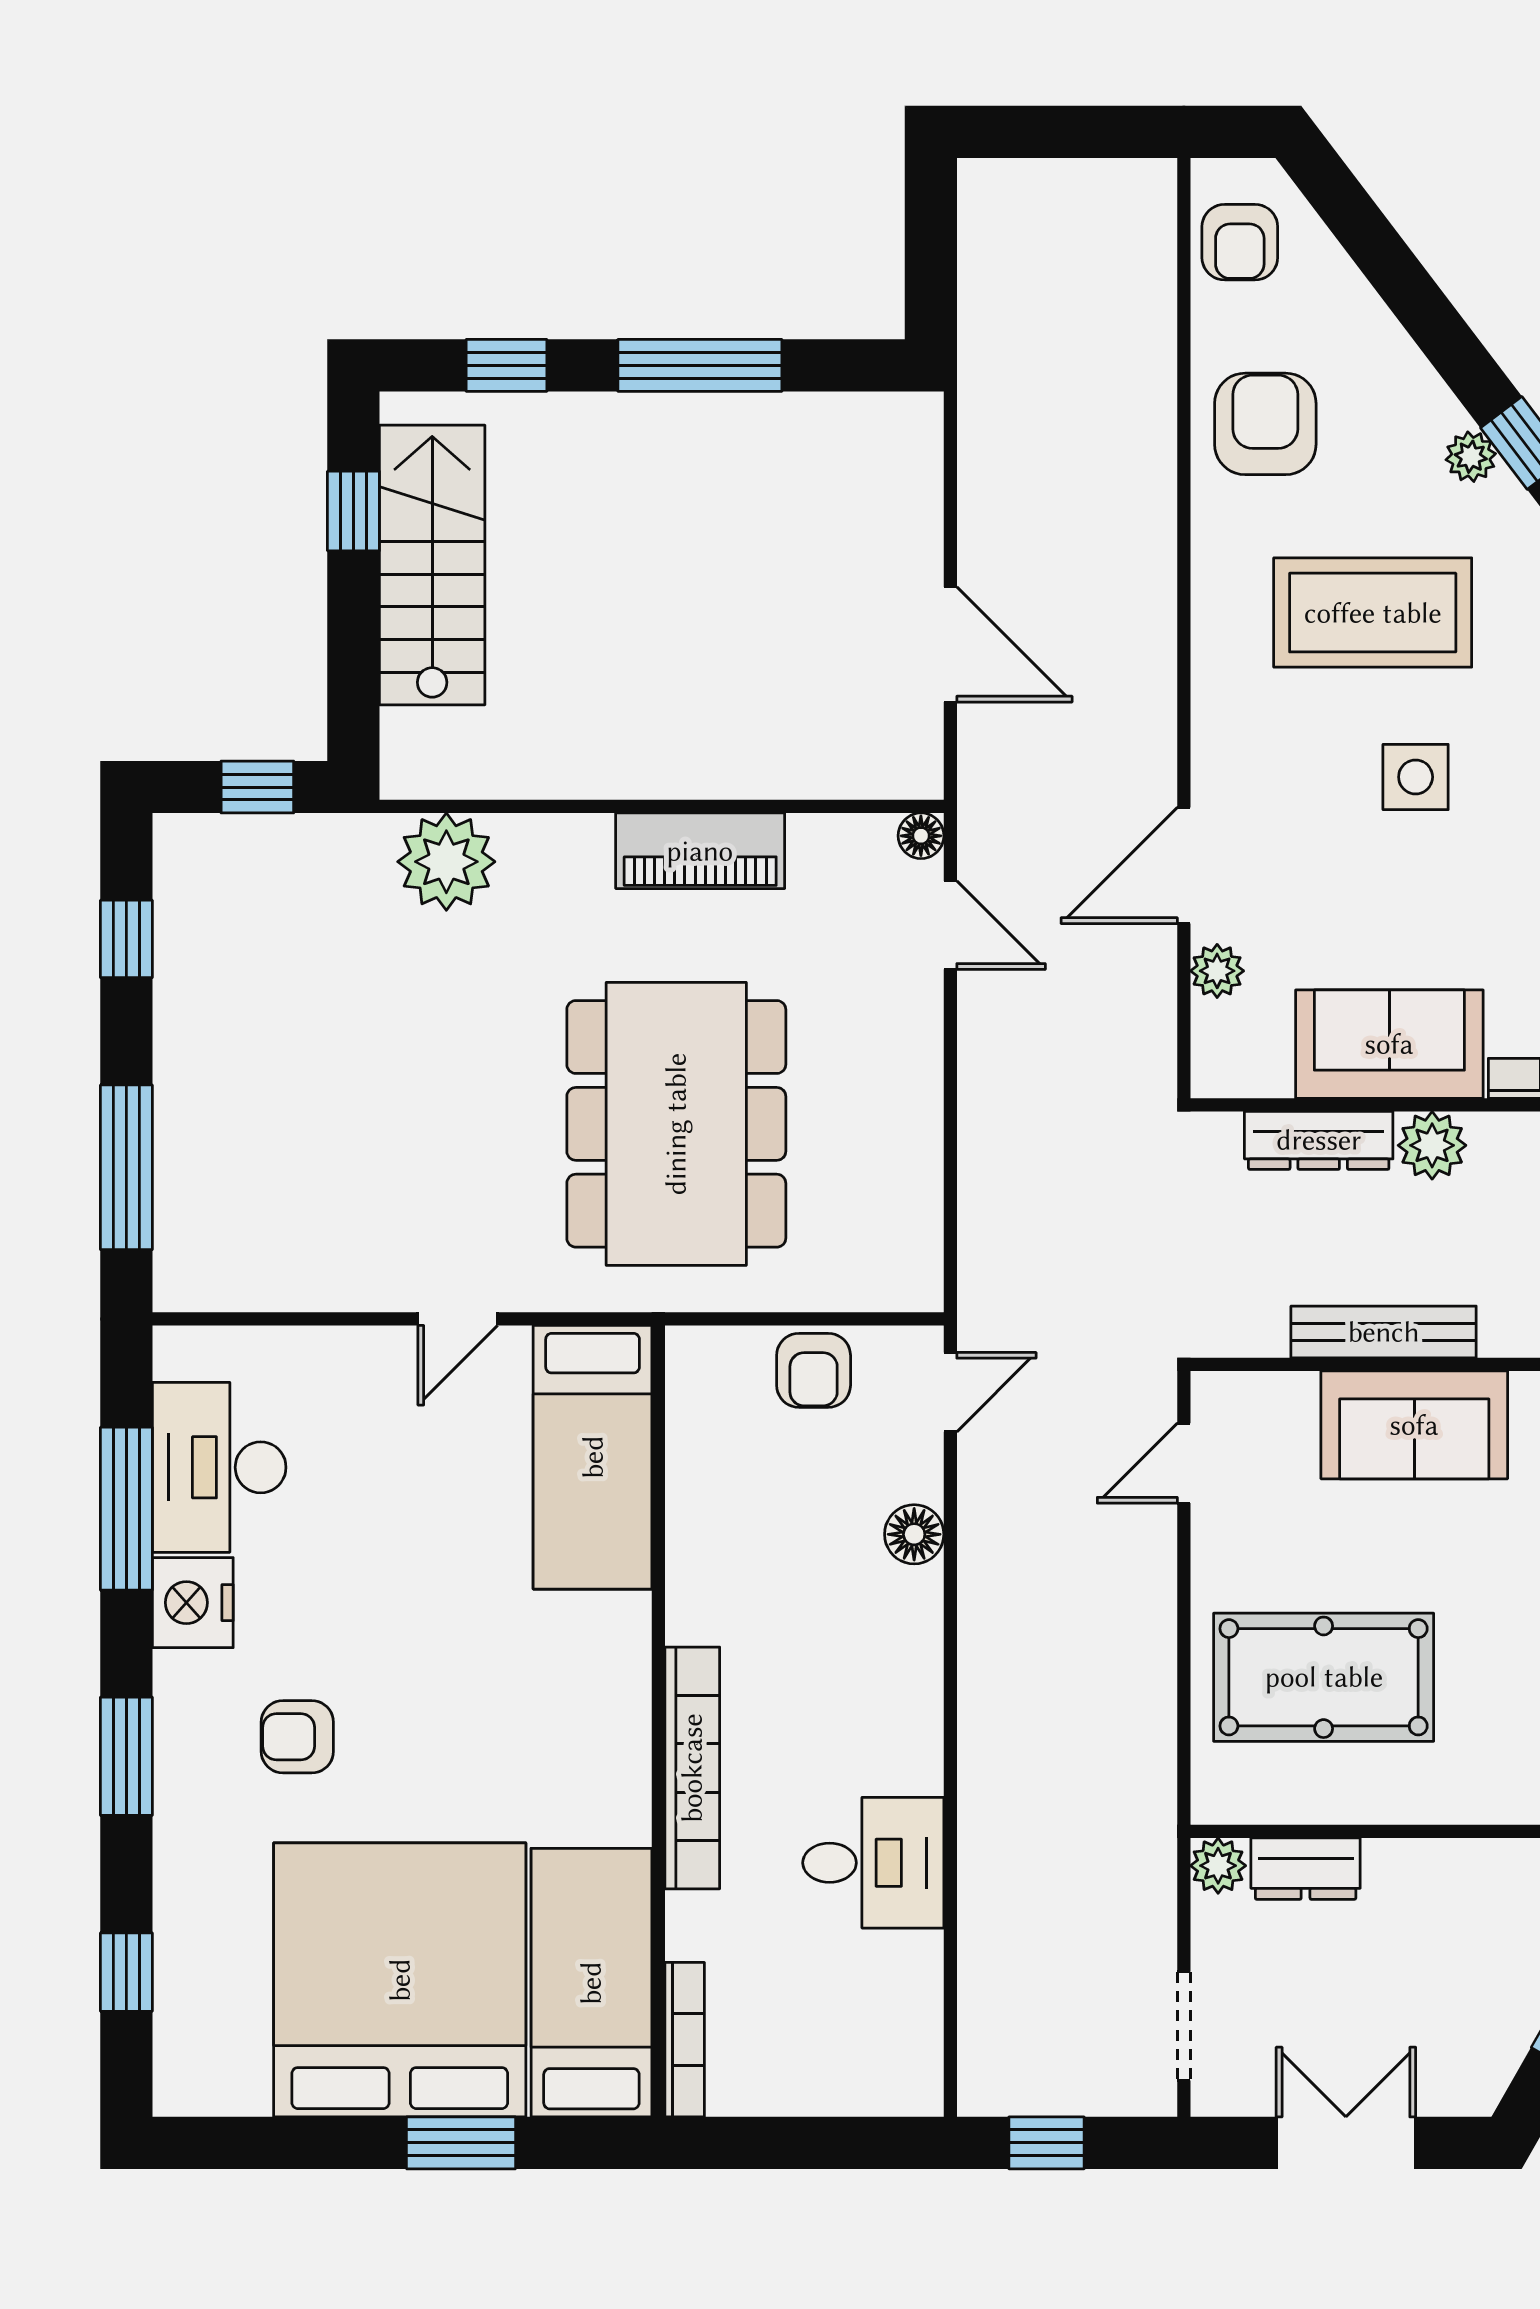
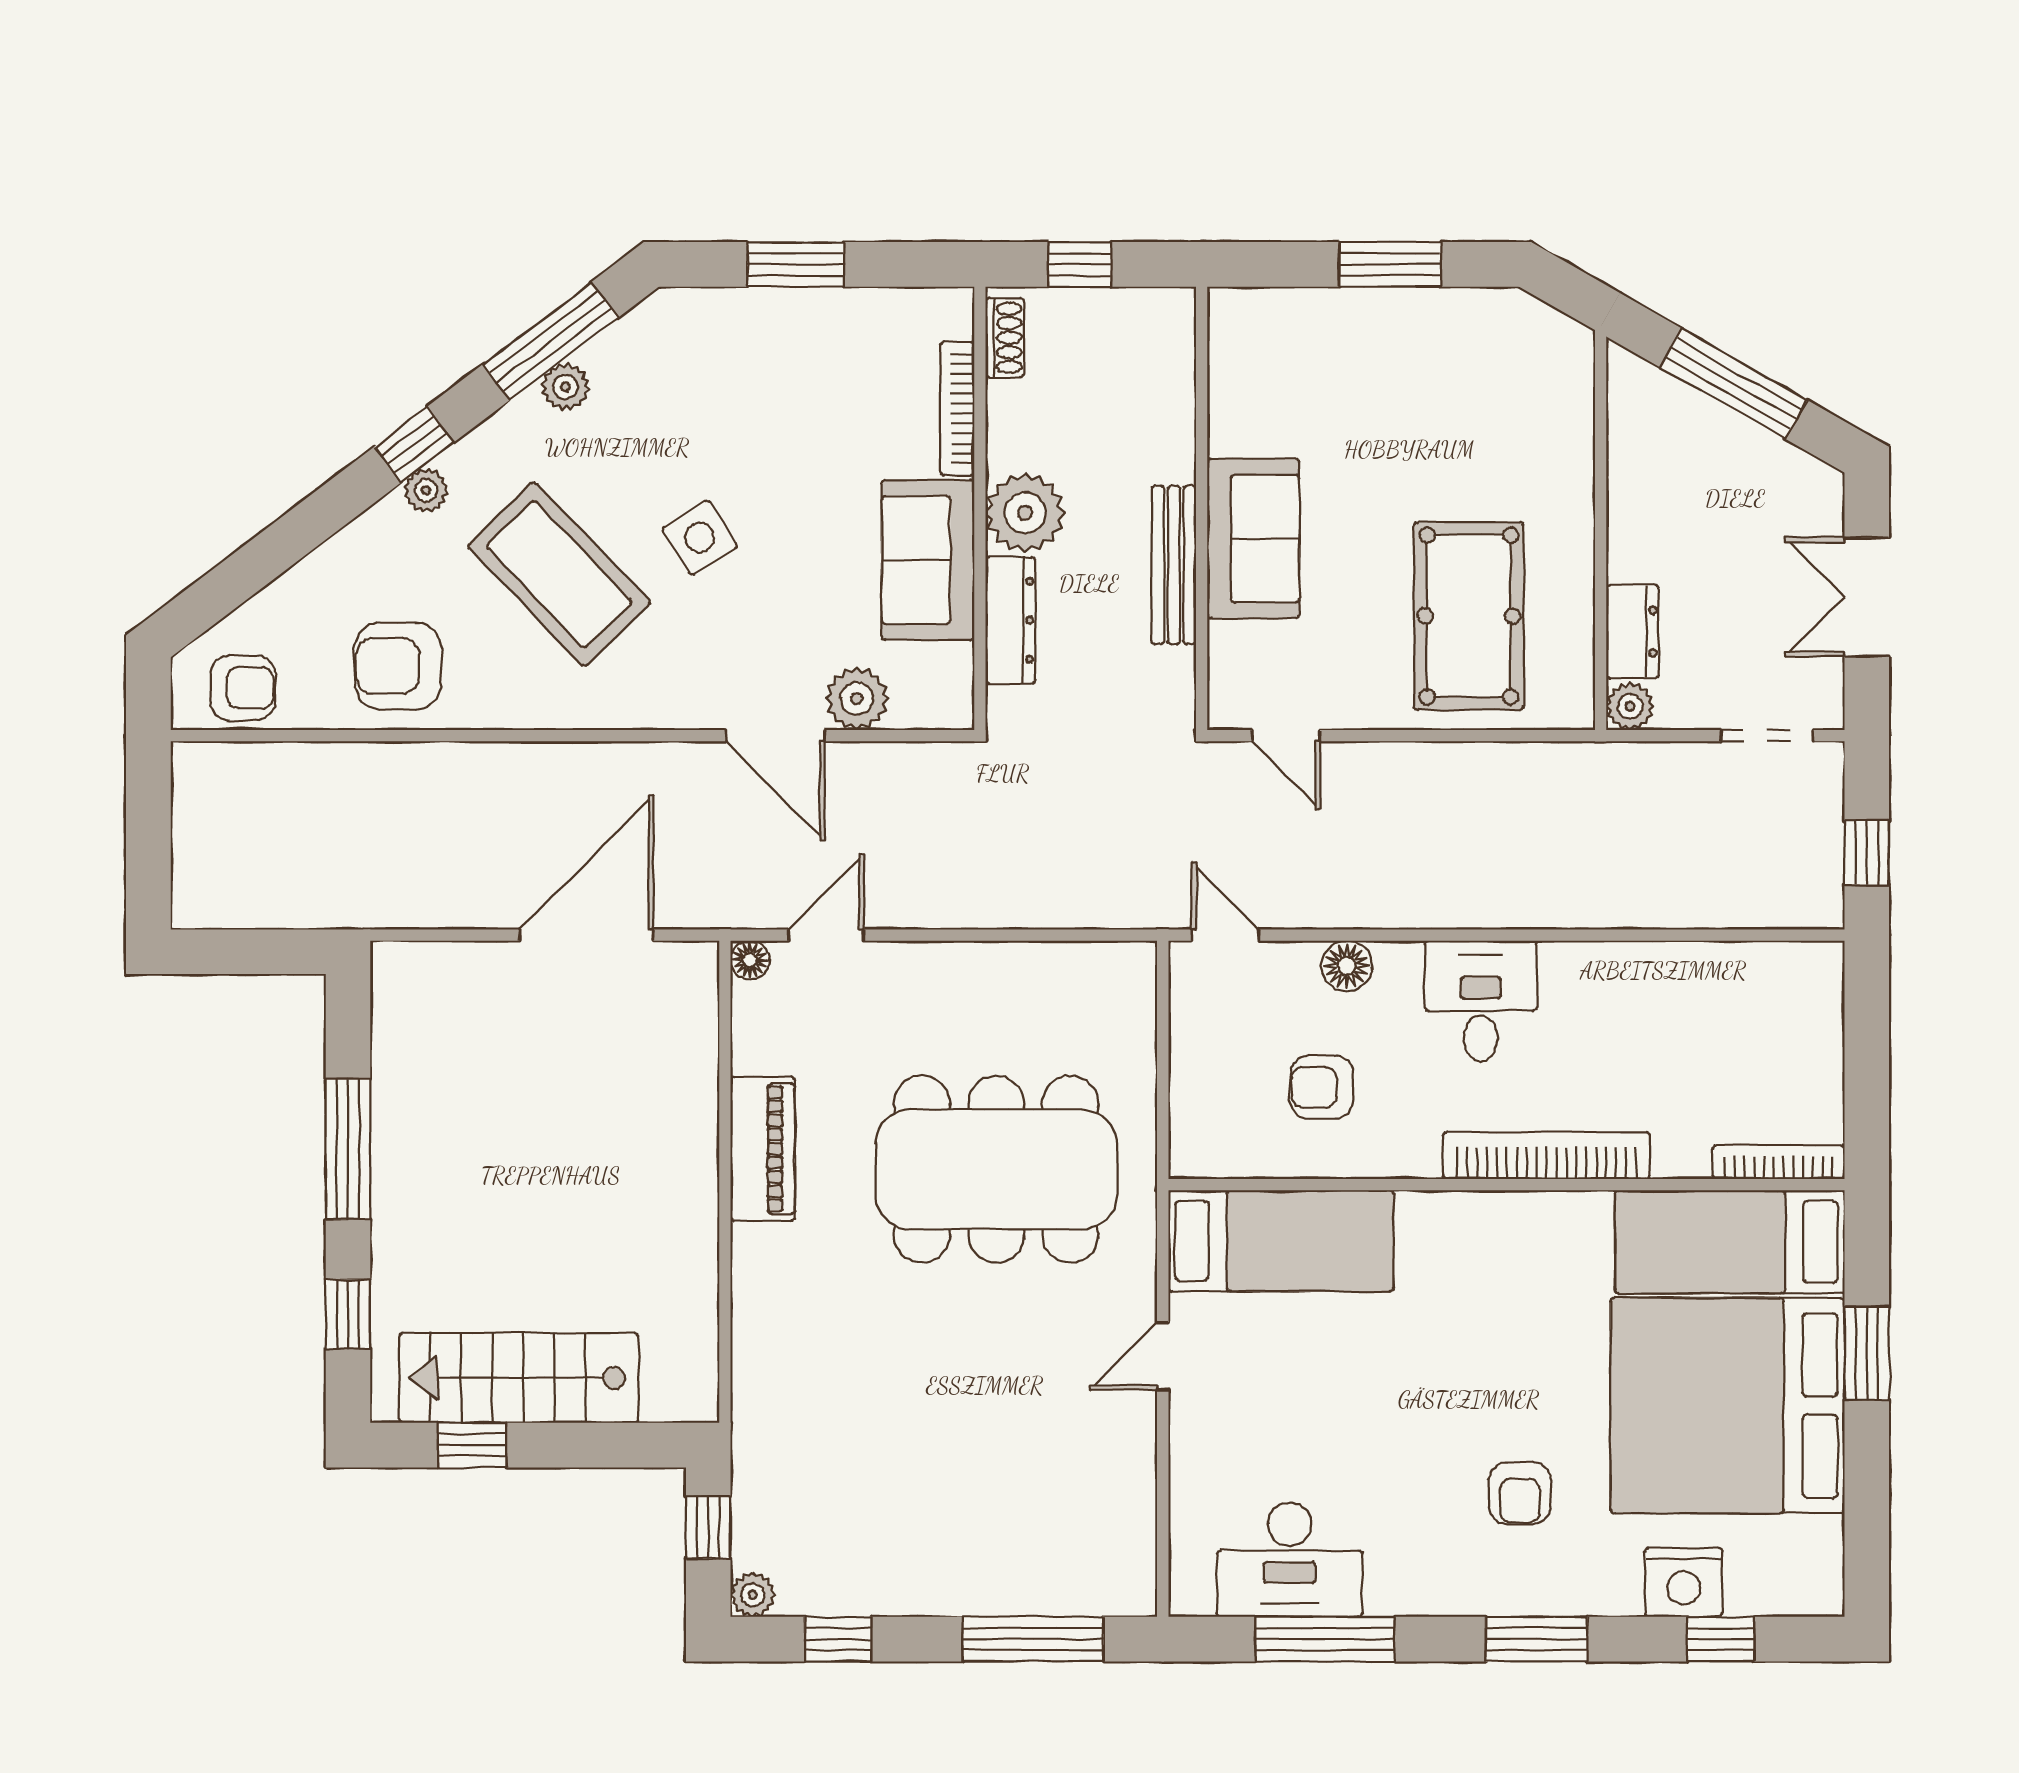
coffee table: (1373, 613) -> (559, 574), turned -44
door: (950, 644) -> (586, 935), width x1.36
side table: (1416, 777) -> (700, 538), turned -32
plant: (446, 862) -> (753, 1595), moved, width x0.53, depth x0.53
plant: (1217, 971) -> (857, 699), width x1.38, depth x1.38
plant: (1432, 1145) -> (1025, 513), width x1.36, depth x1.36
door: (458, 1319) -> (1163, 1356), swing flipped
armchair: (814, 1370) -> (1322, 1087), moved, turned 180
nightstand: (193, 1603) -> (1684, 1582), moved
desk: (873, 1863) -> (1481, 1001), moved

